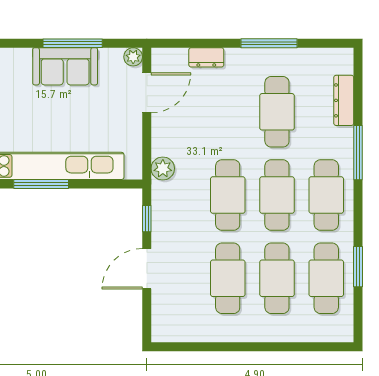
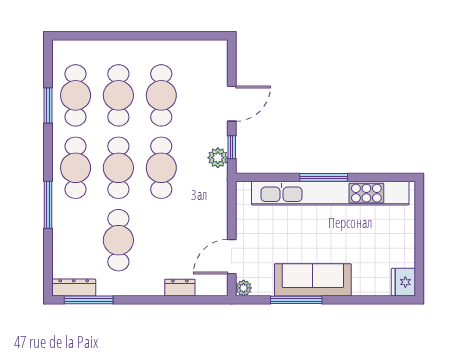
window: (269, 43) -> (89, 300), moved
sofa: (65, 66) -> (313, 280), width x1.36
dresser: (344, 100) -> (74, 287), moved, turned -90
plant: (163, 168) -> (218, 158), moved

